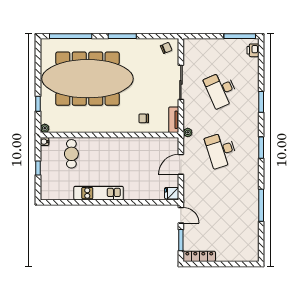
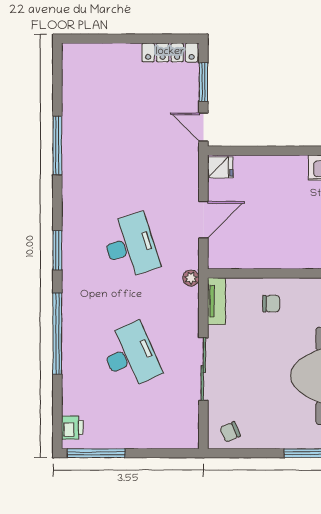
window: (261, 102) -> (57, 334), width x2.11

